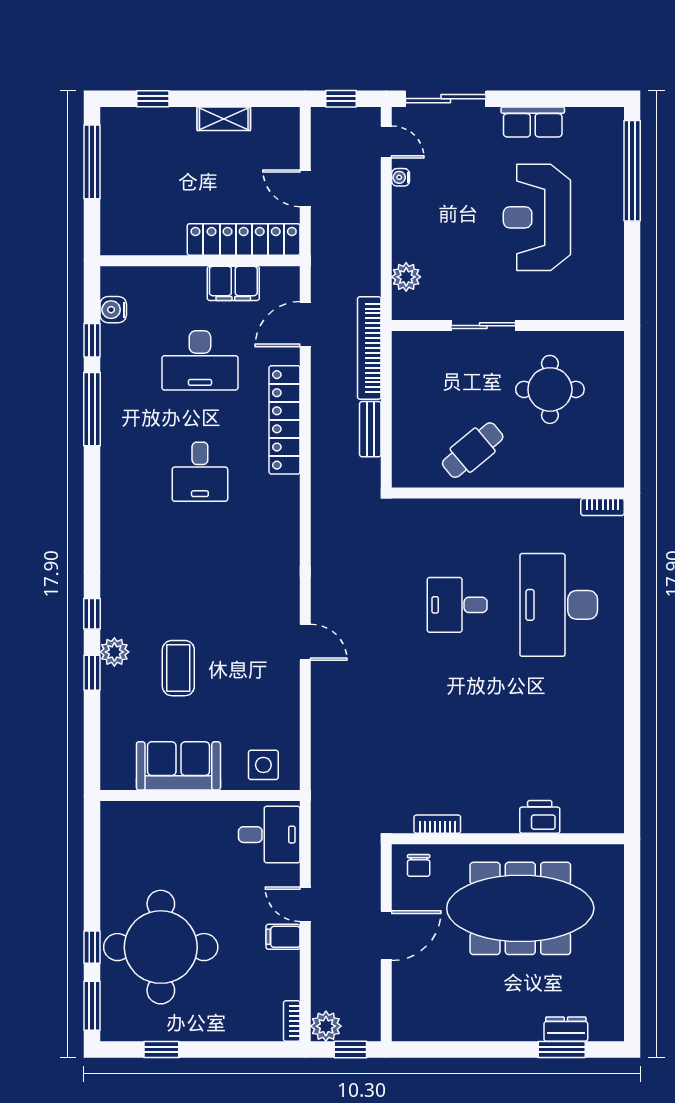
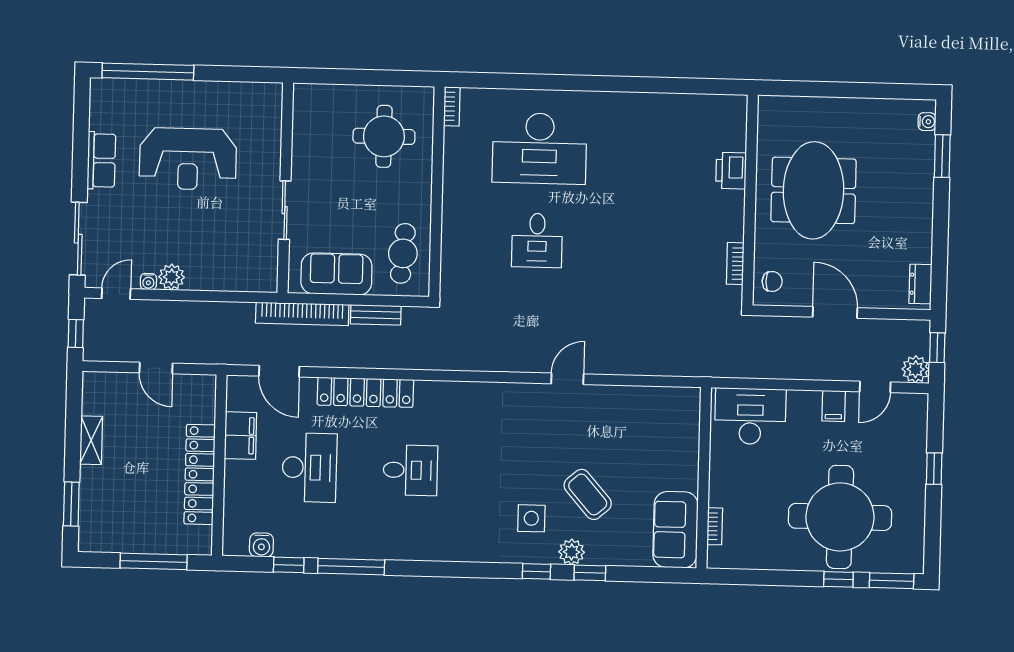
window: (153, 99) -> (71, 504), width x1.50
window: (92, 162) -> (154, 561), moved
door: (305, 188) -> (156, 368), hinge flipped
locker: (244, 239) -> (200, 474), moved
plant: (406, 277) -> (172, 277), moved
sofa: (414, 385) -> (336, 274), added
round table: (550, 389) -> (384, 136), moved
cafe table: (473, 450) -> (403, 253), moved, turned 45
coffee table: (178, 668) -> (588, 494), turned 49
side table: (263, 765) -> (531, 518), moved
sofa: (178, 766) -> (675, 530), moved
desk: (269, 835) -> (750, 416), width x1.37
door: (305, 904) -> (875, 387), moved
meeting table: (520, 908) -> (814, 190), width x0.73
bookcase: (292, 1021) -> (715, 526), moved, turned -90
dresser: (566, 1029) -> (921, 284), moved
water cooler: (599, 1032) -> (927, 122), added
window: (161, 1049) -> (934, 469), moved

